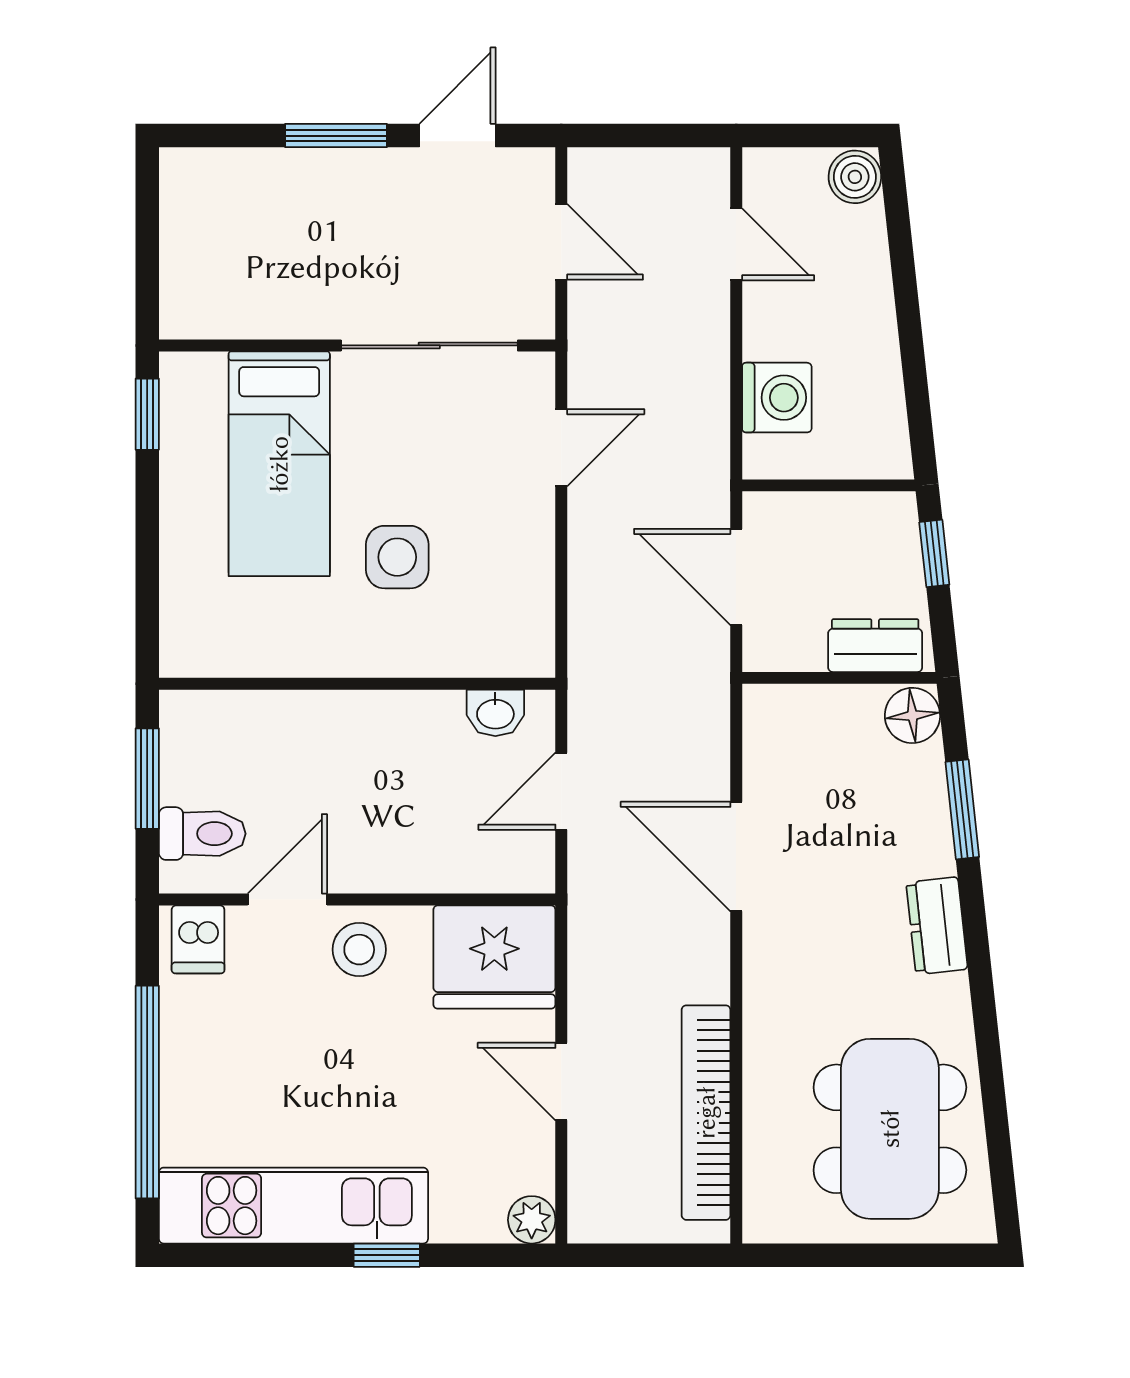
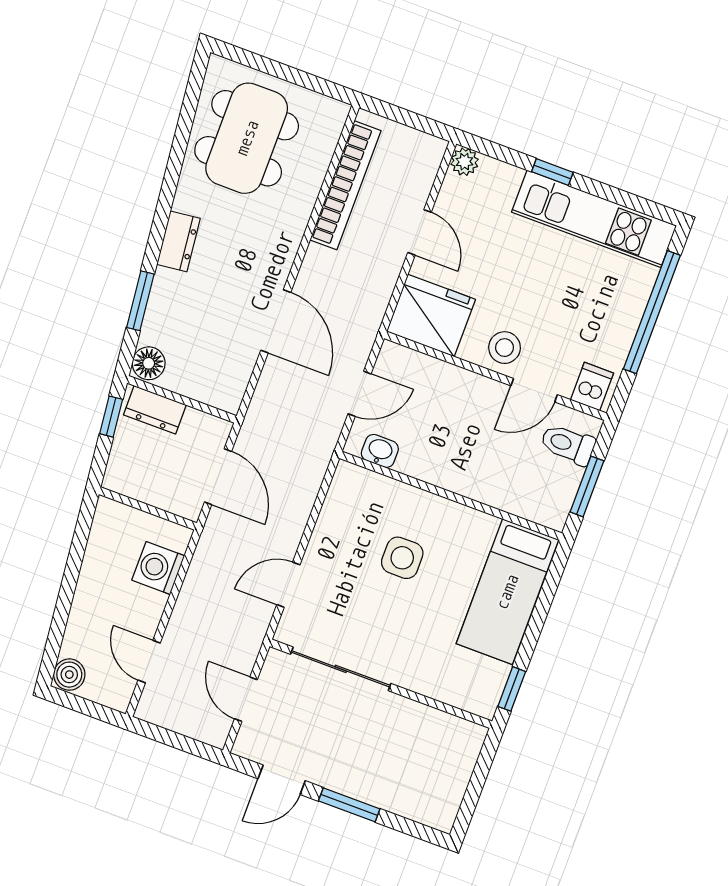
bed: (279, 464) -> (507, 592), moved, turned 180
window: (934, 553) -> (111, 417), moved

